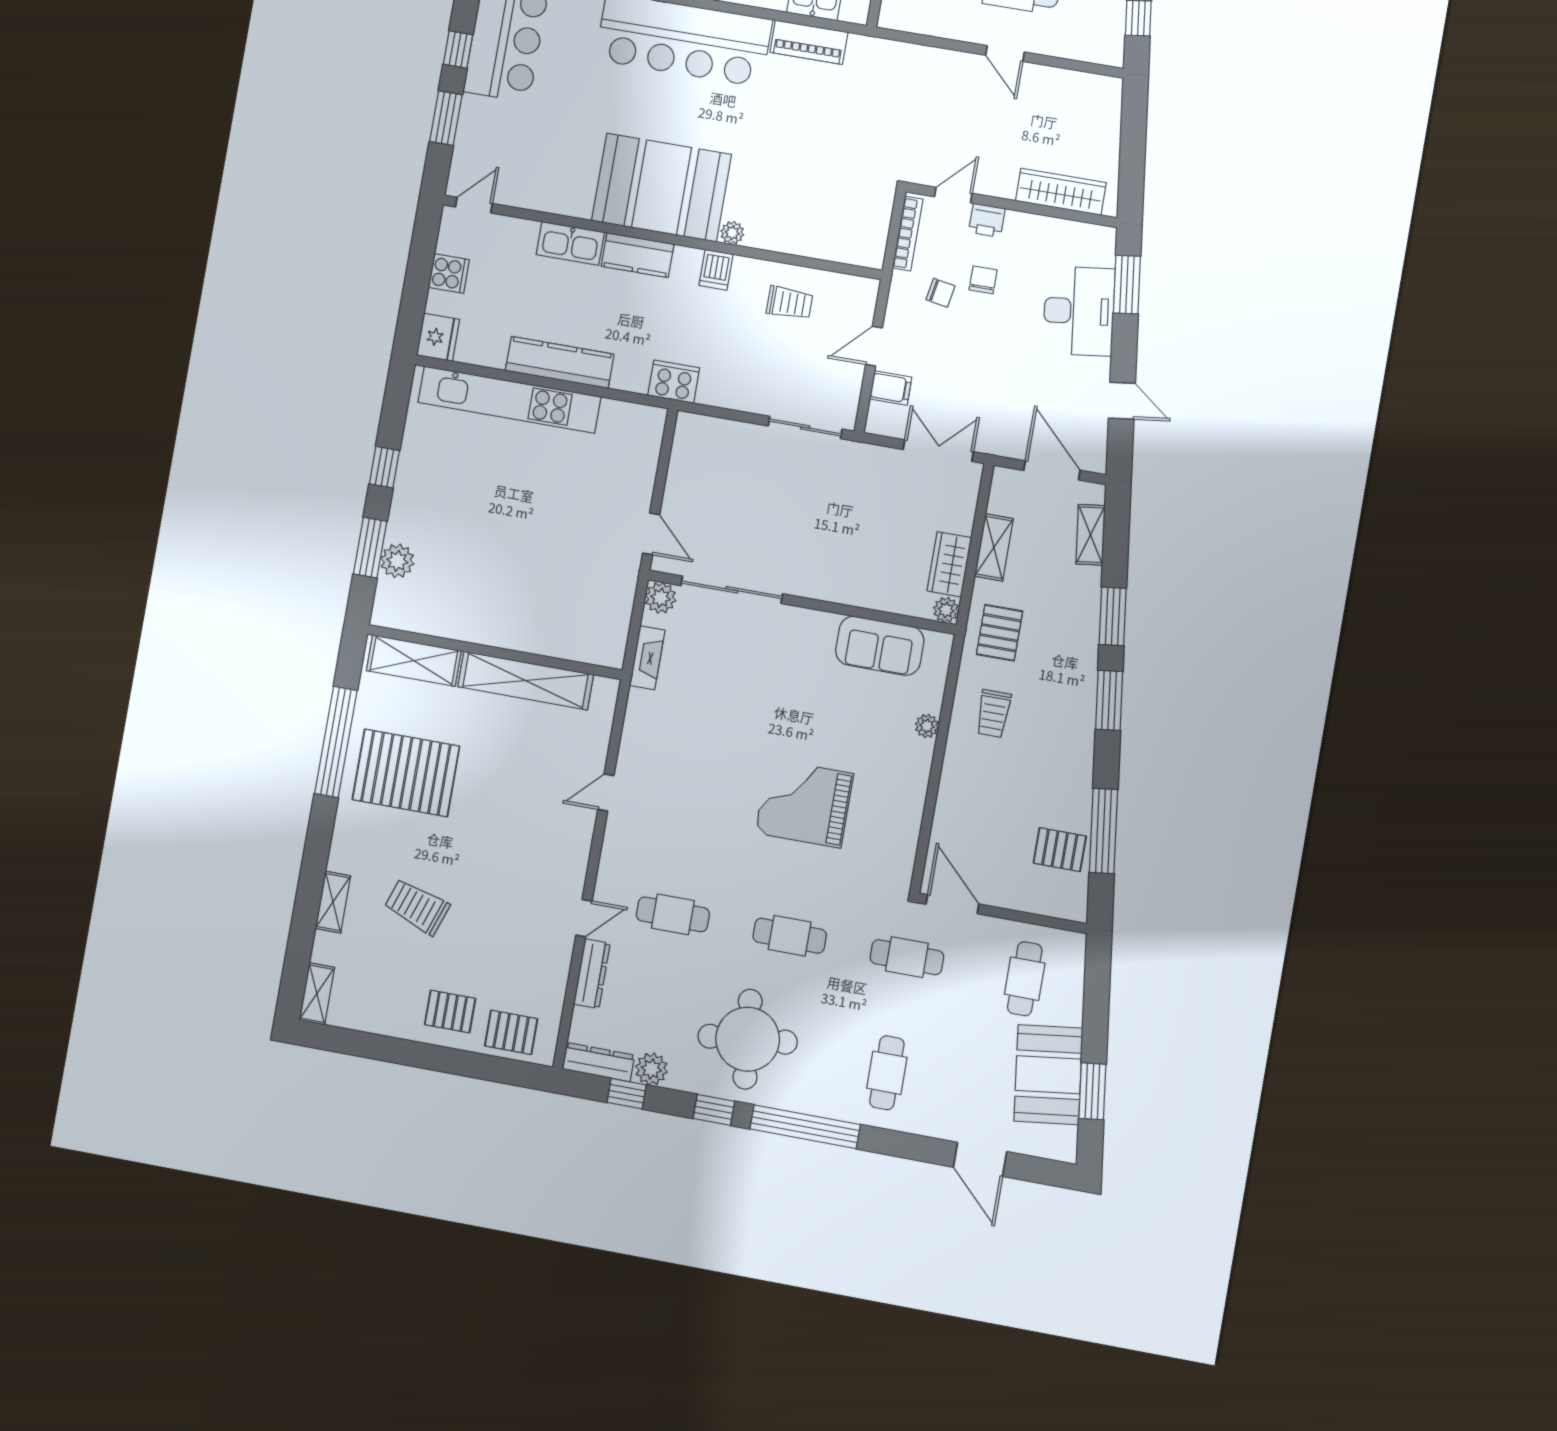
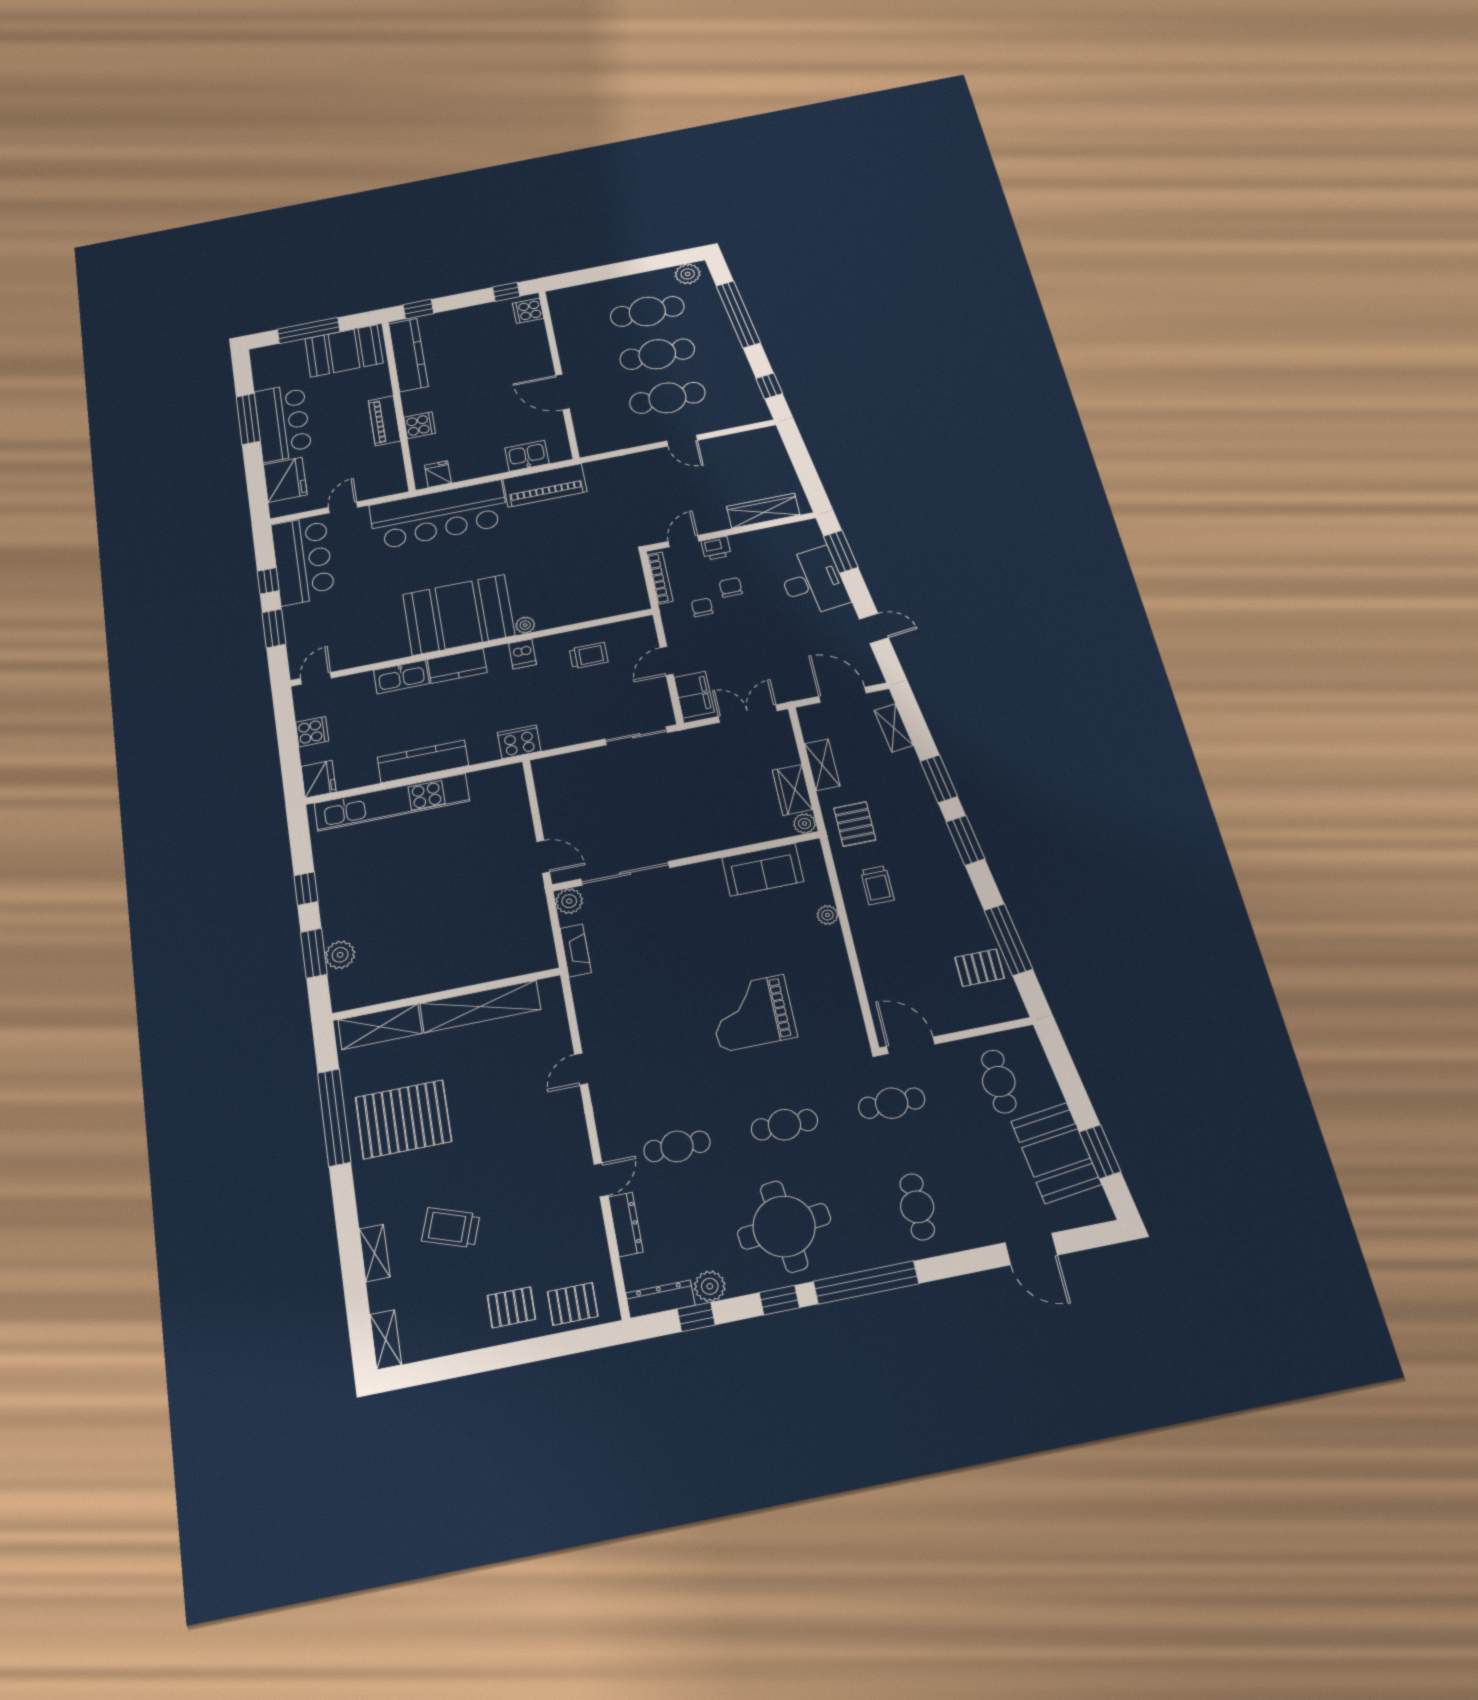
piano: (809, 42) -> (545, 485), width x1.37, depth x1.33
chair: (940, 293) -> (702, 607), turned -100
filing cabinet: (891, 388) -> (694, 695), width x2.00

